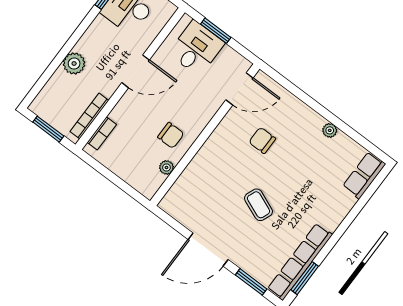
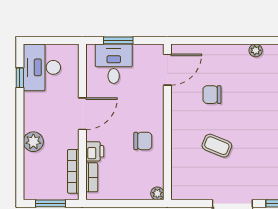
printer: (122, 113) -> (95, 151), added
plant: (166, 167) -> (157, 193), moved
coffee table: (258, 205) -> (217, 146), moved

